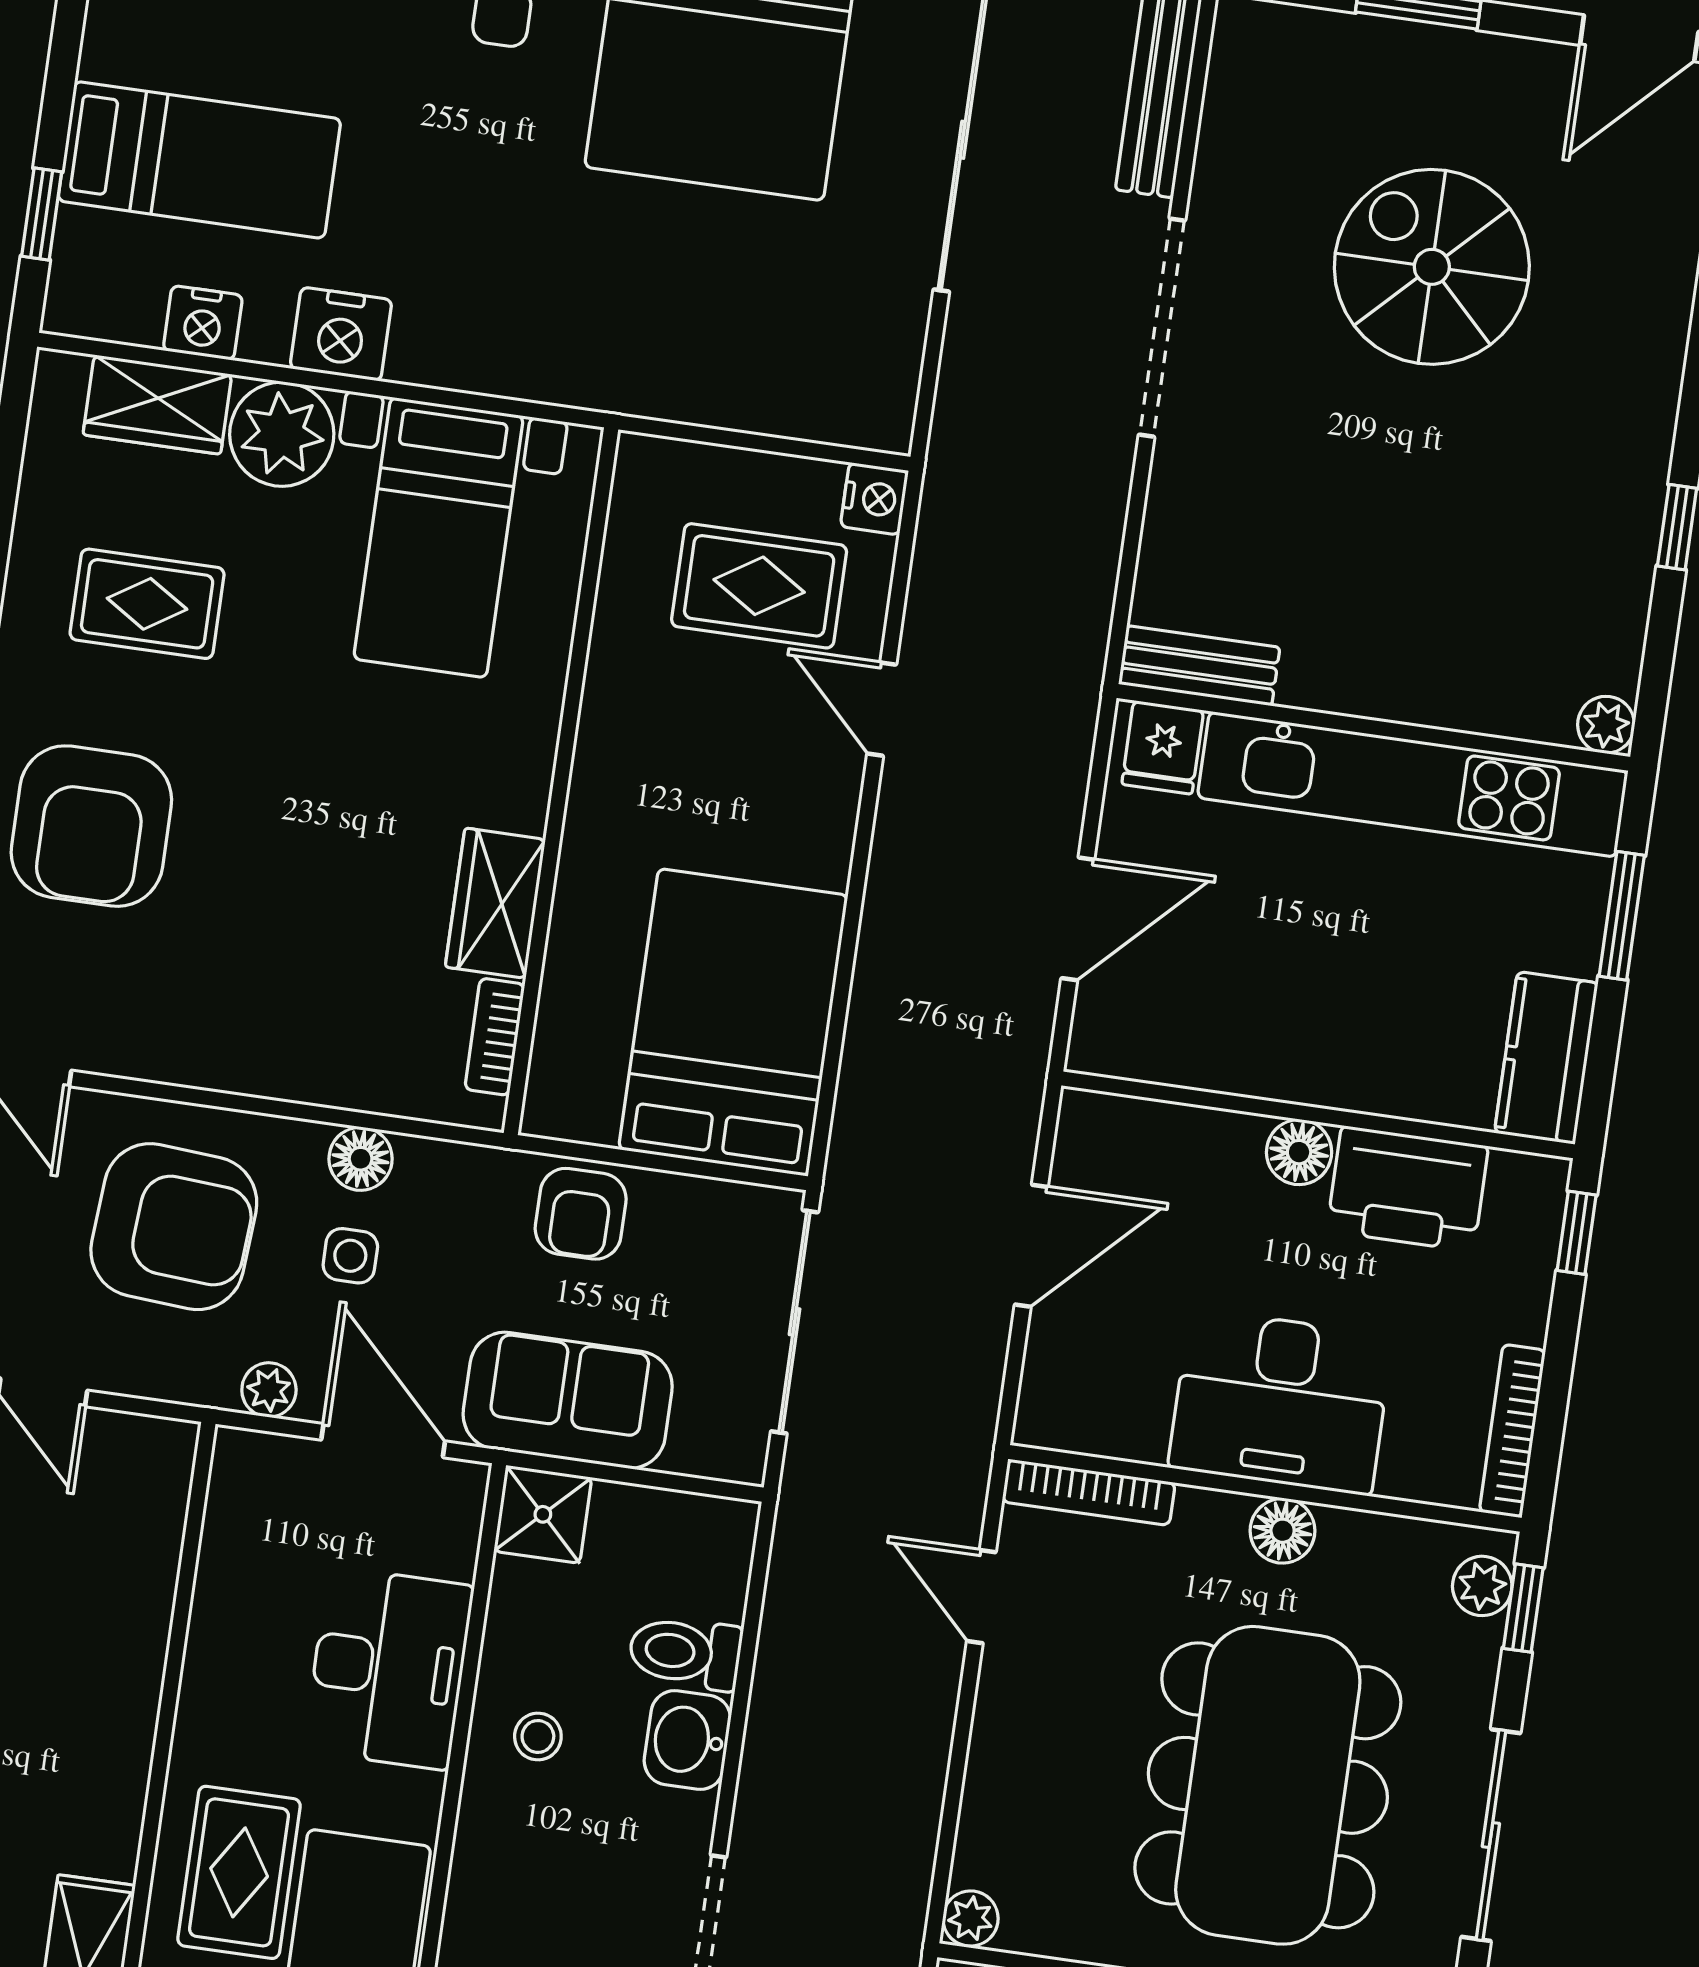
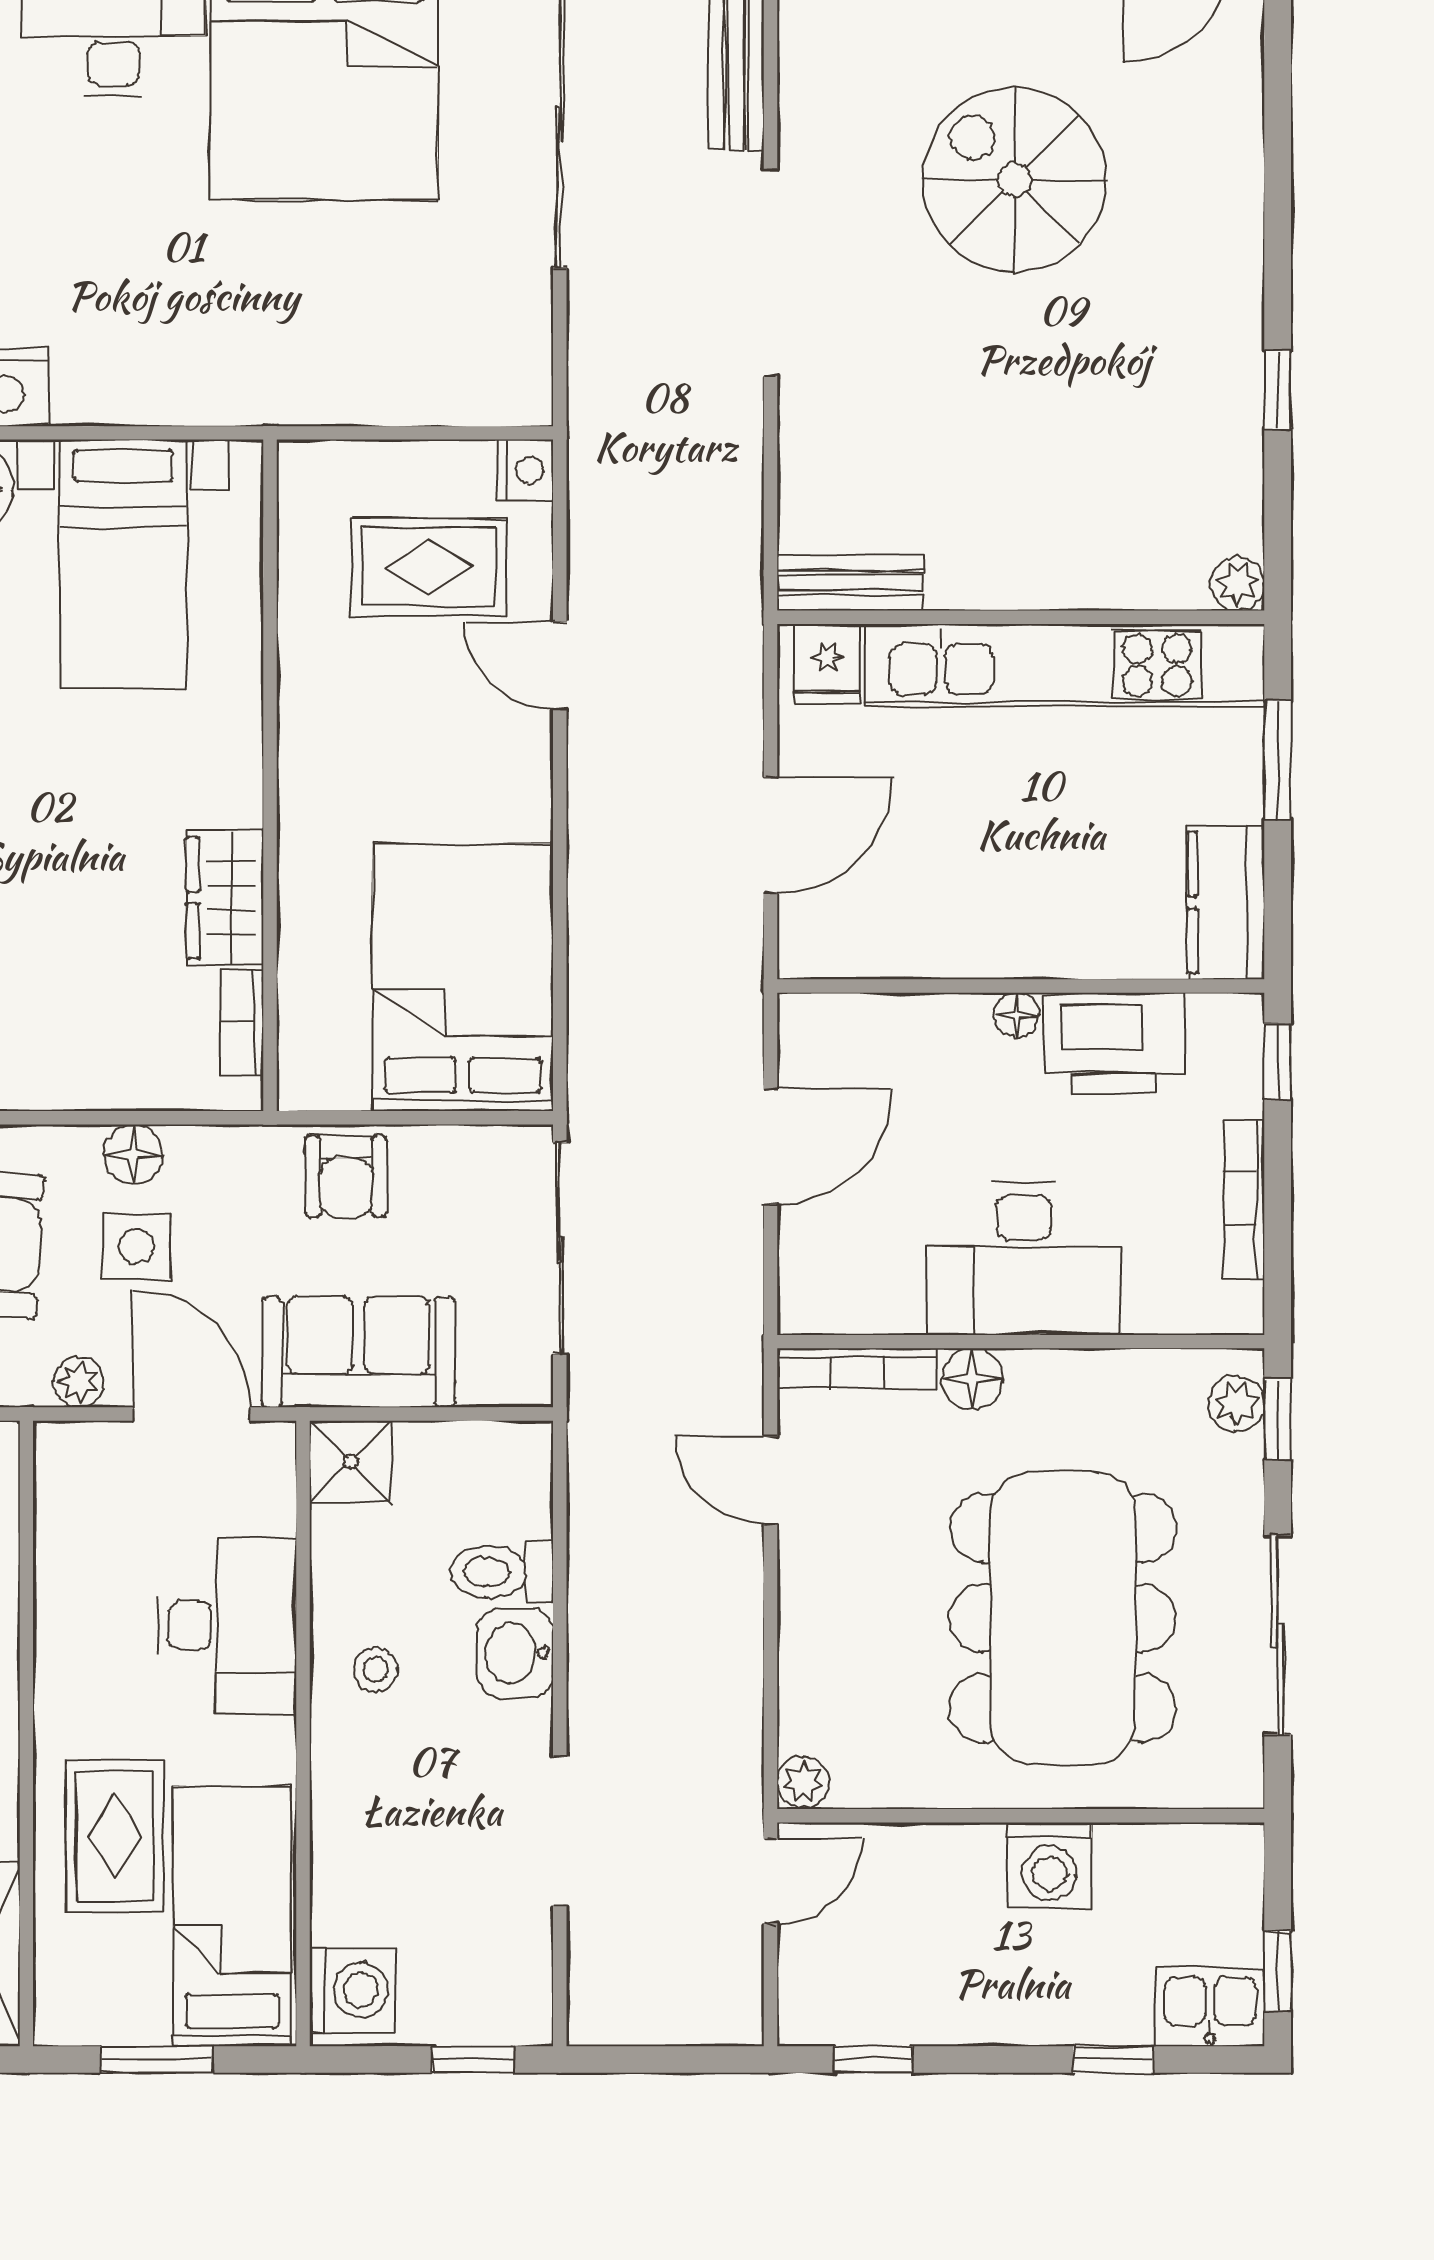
floor lamp: (1299, 1152) -> (1016, 1015), width x0.73, depth x0.73
side table: (350, 1256) -> (137, 1246), width x1.37, depth x1.37
bookcase: (1512, 1431) -> (1244, 1199), moved
floor lamp: (1283, 1531) -> (972, 1379), moved

